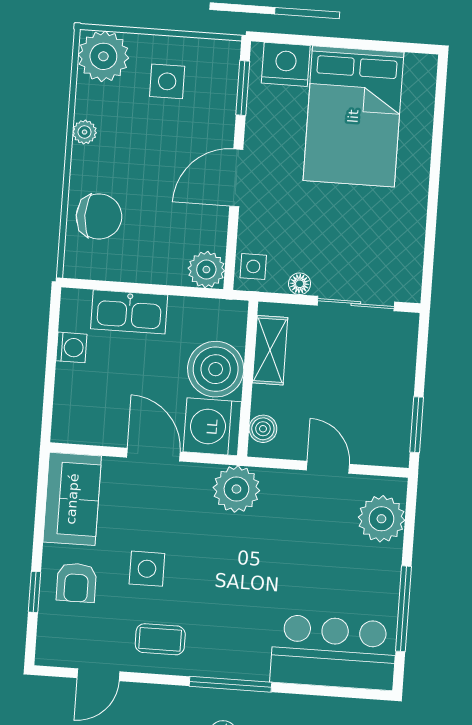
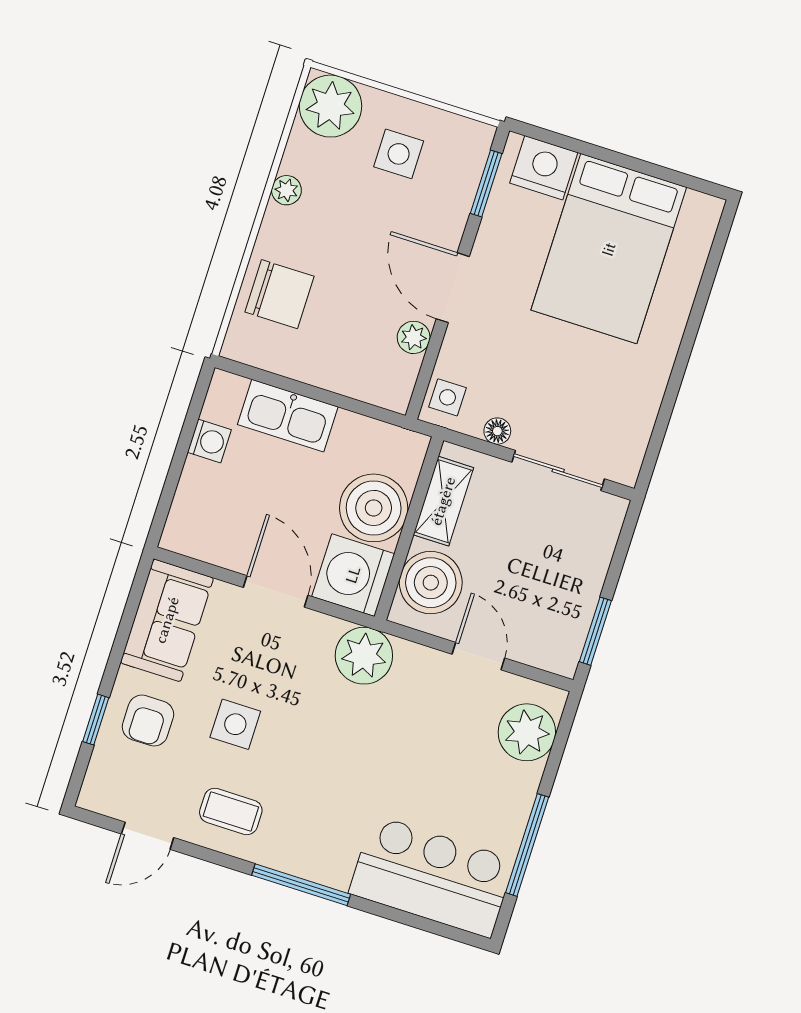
door: (236, 178) -> (453, 288), hinge flipped
plant: (206, 270) -> (414, 337), moved, width x0.73, depth x0.73
boiler: (263, 429) -> (431, 583), width x1.86, depth x1.86

